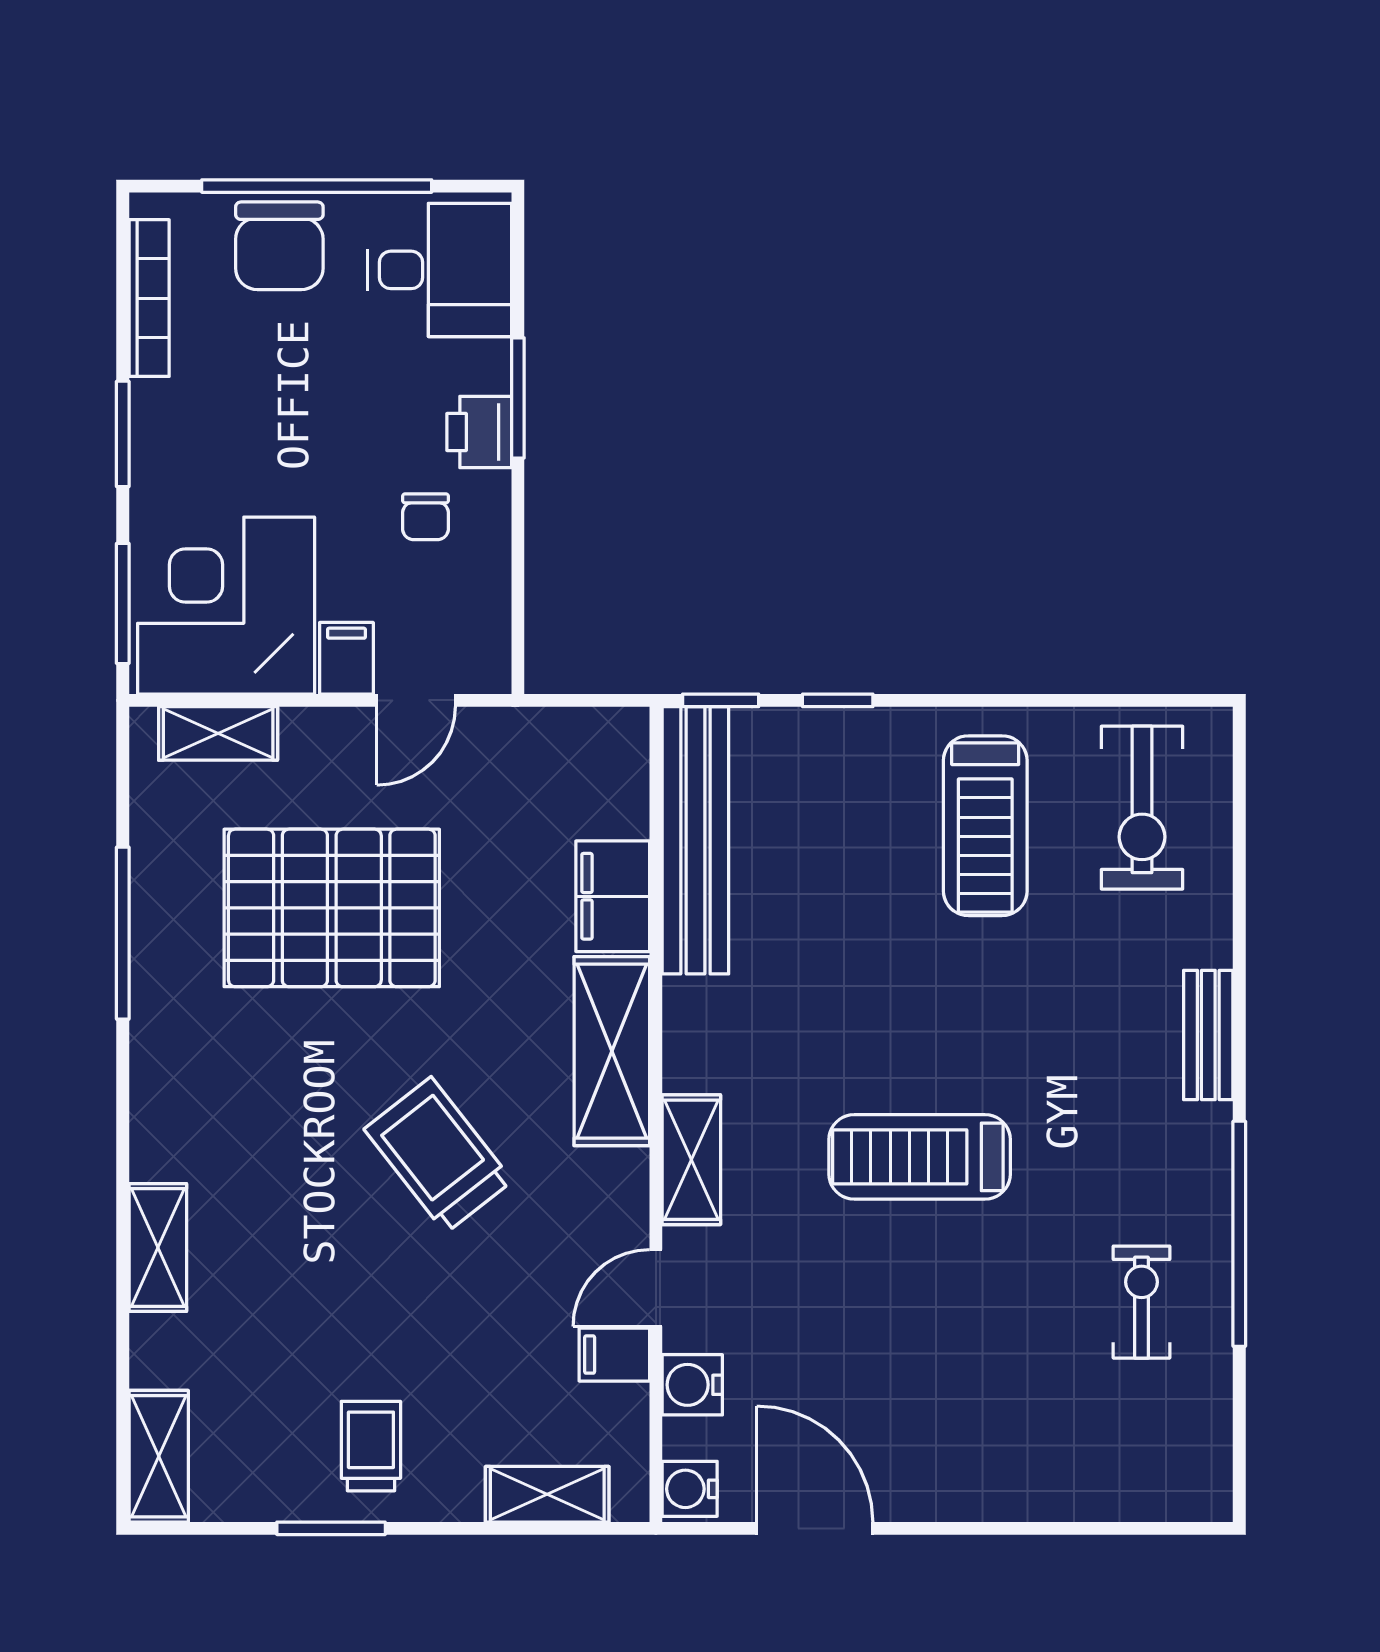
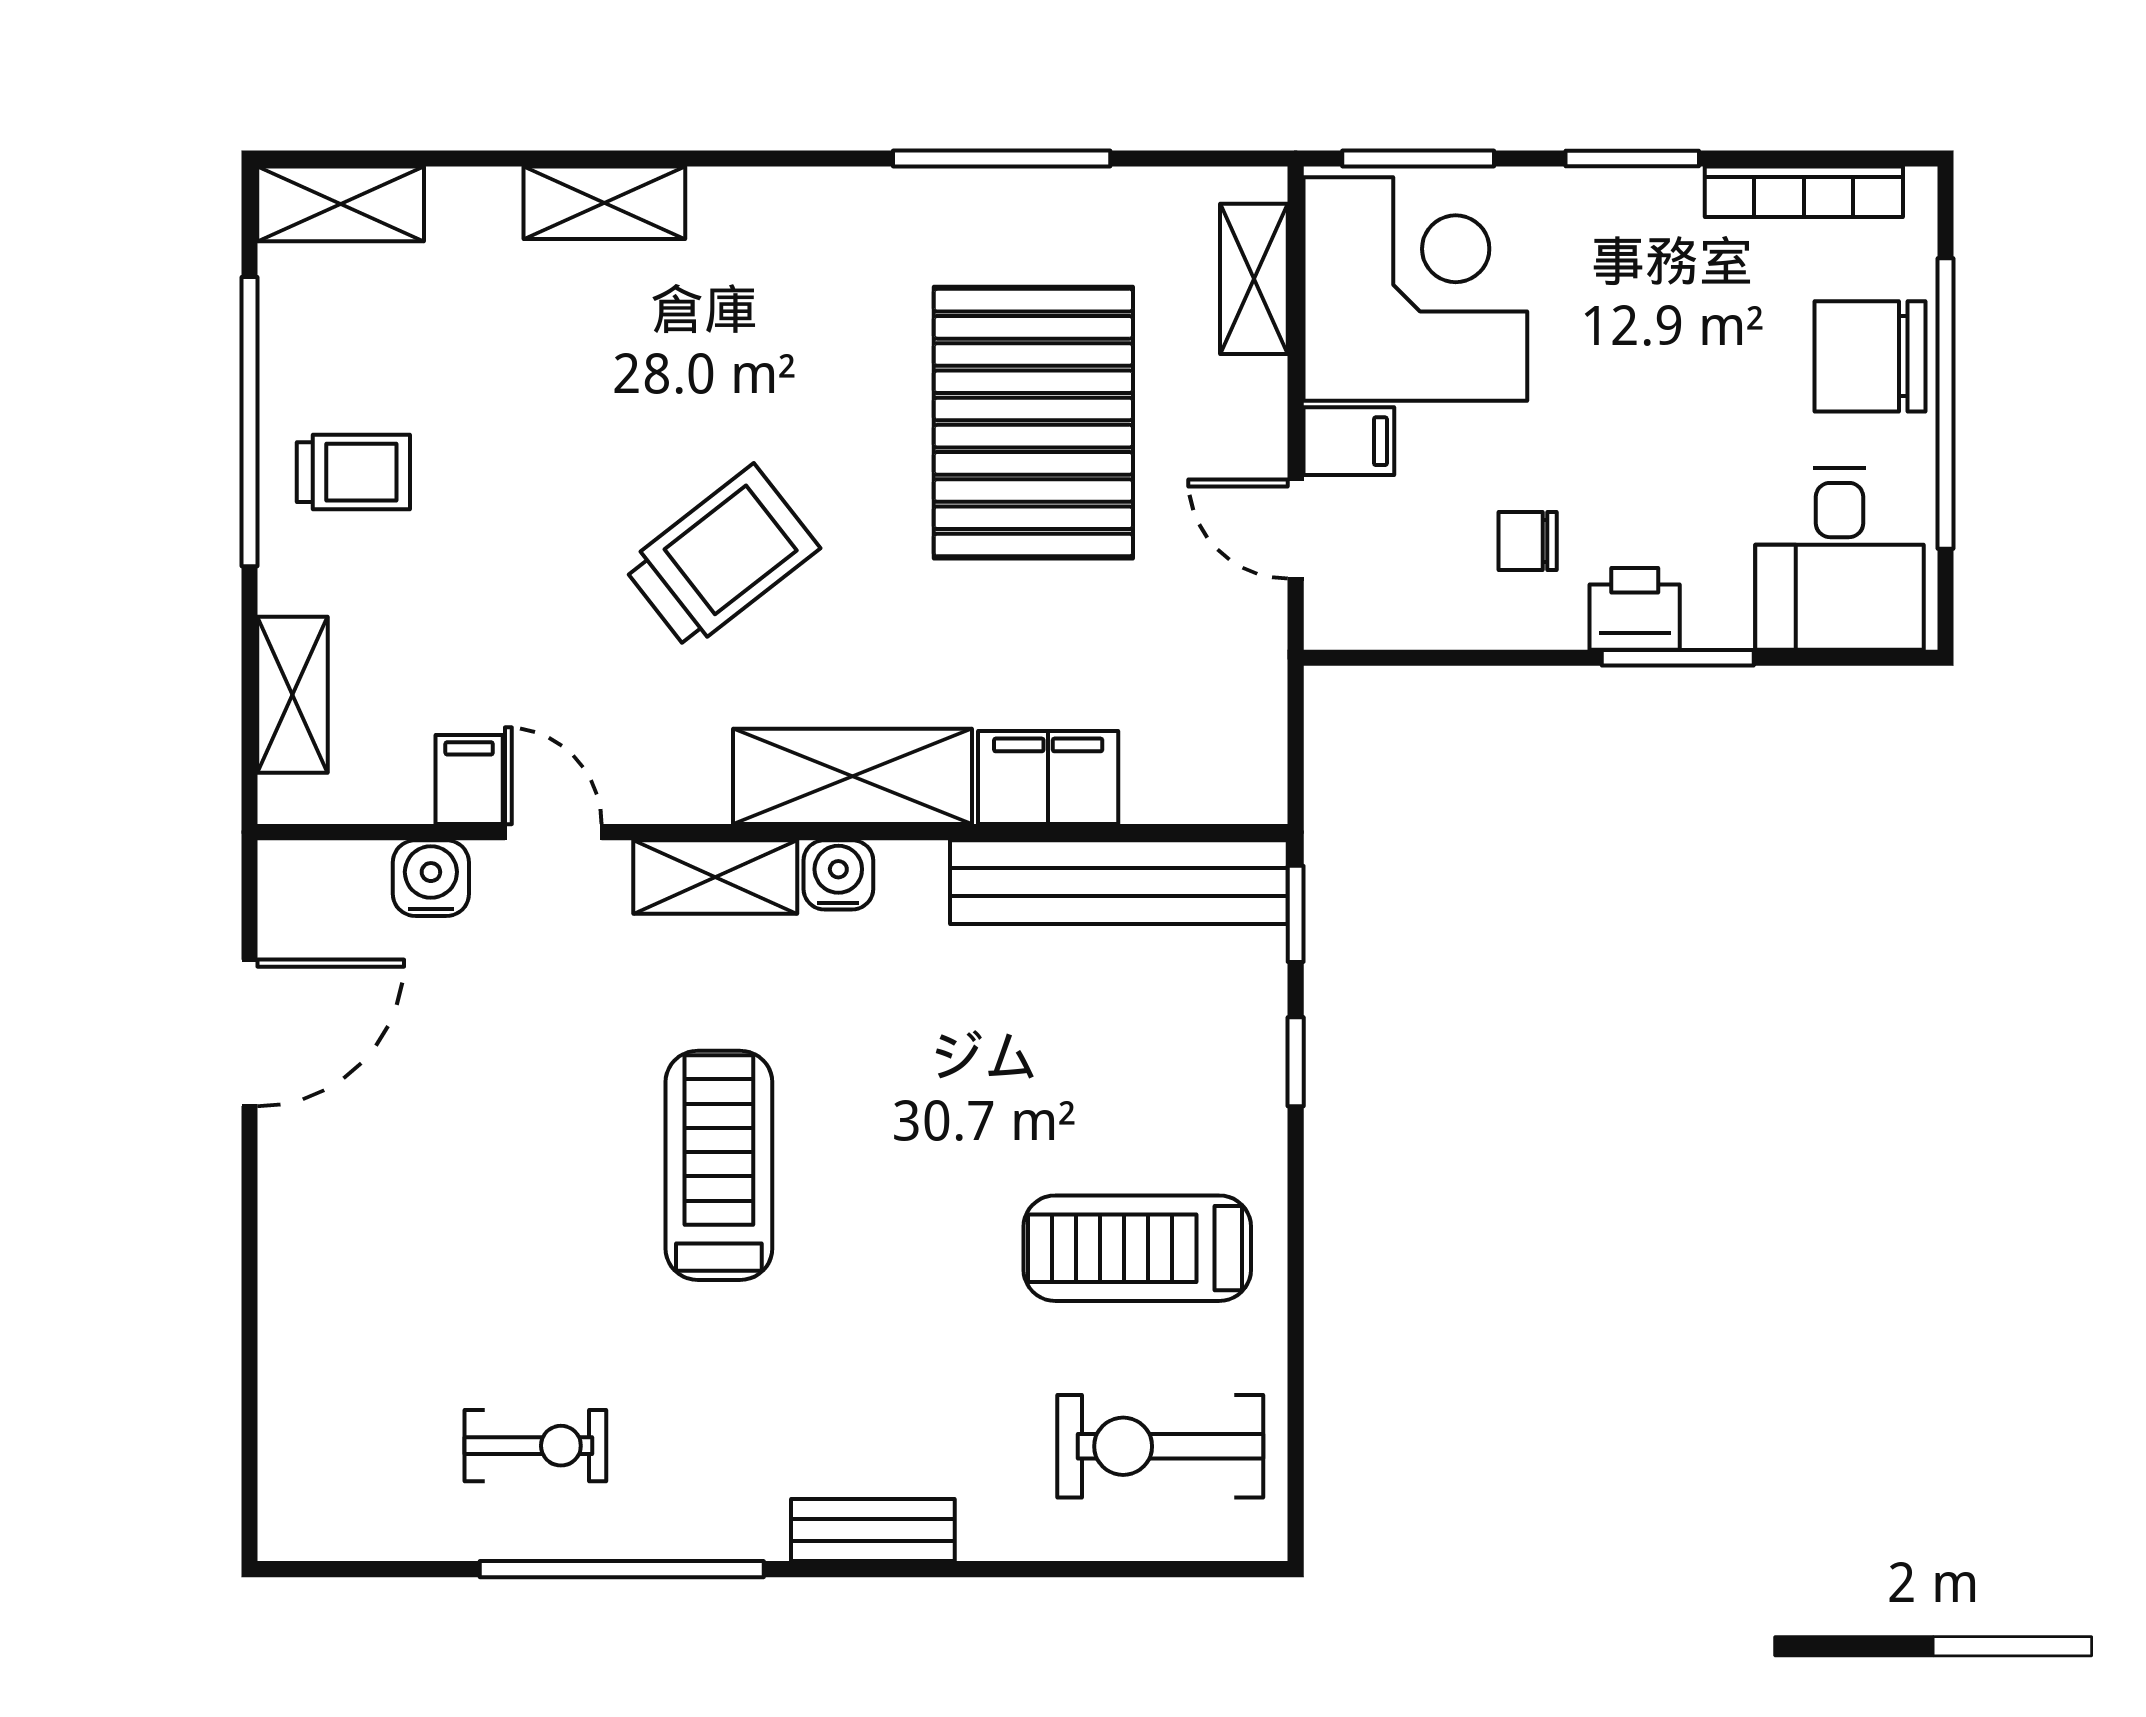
water cooler: (690, 1489) -> (838, 875), moved
window: (331, 1528) -> (250, 422), width x2.11

